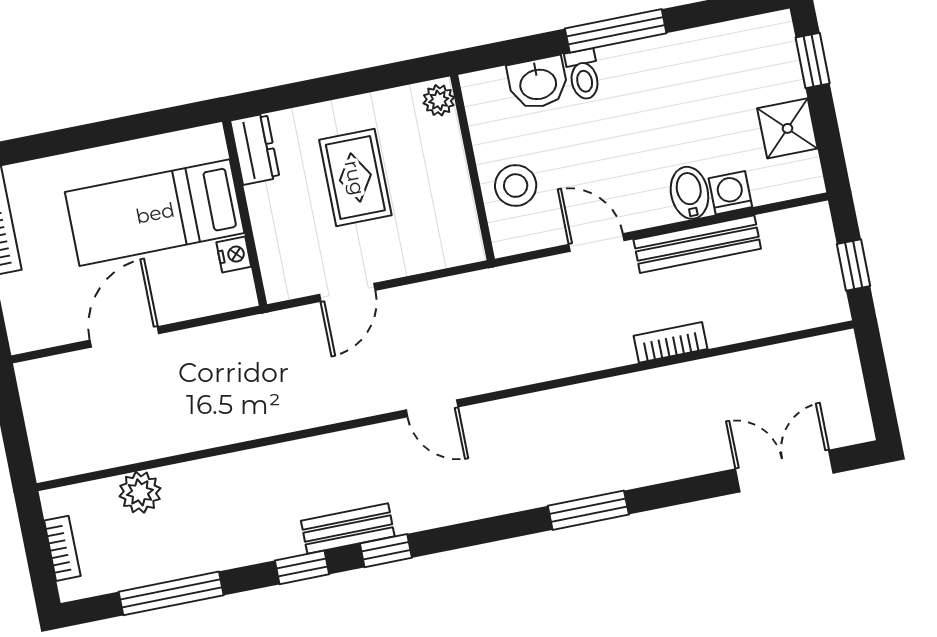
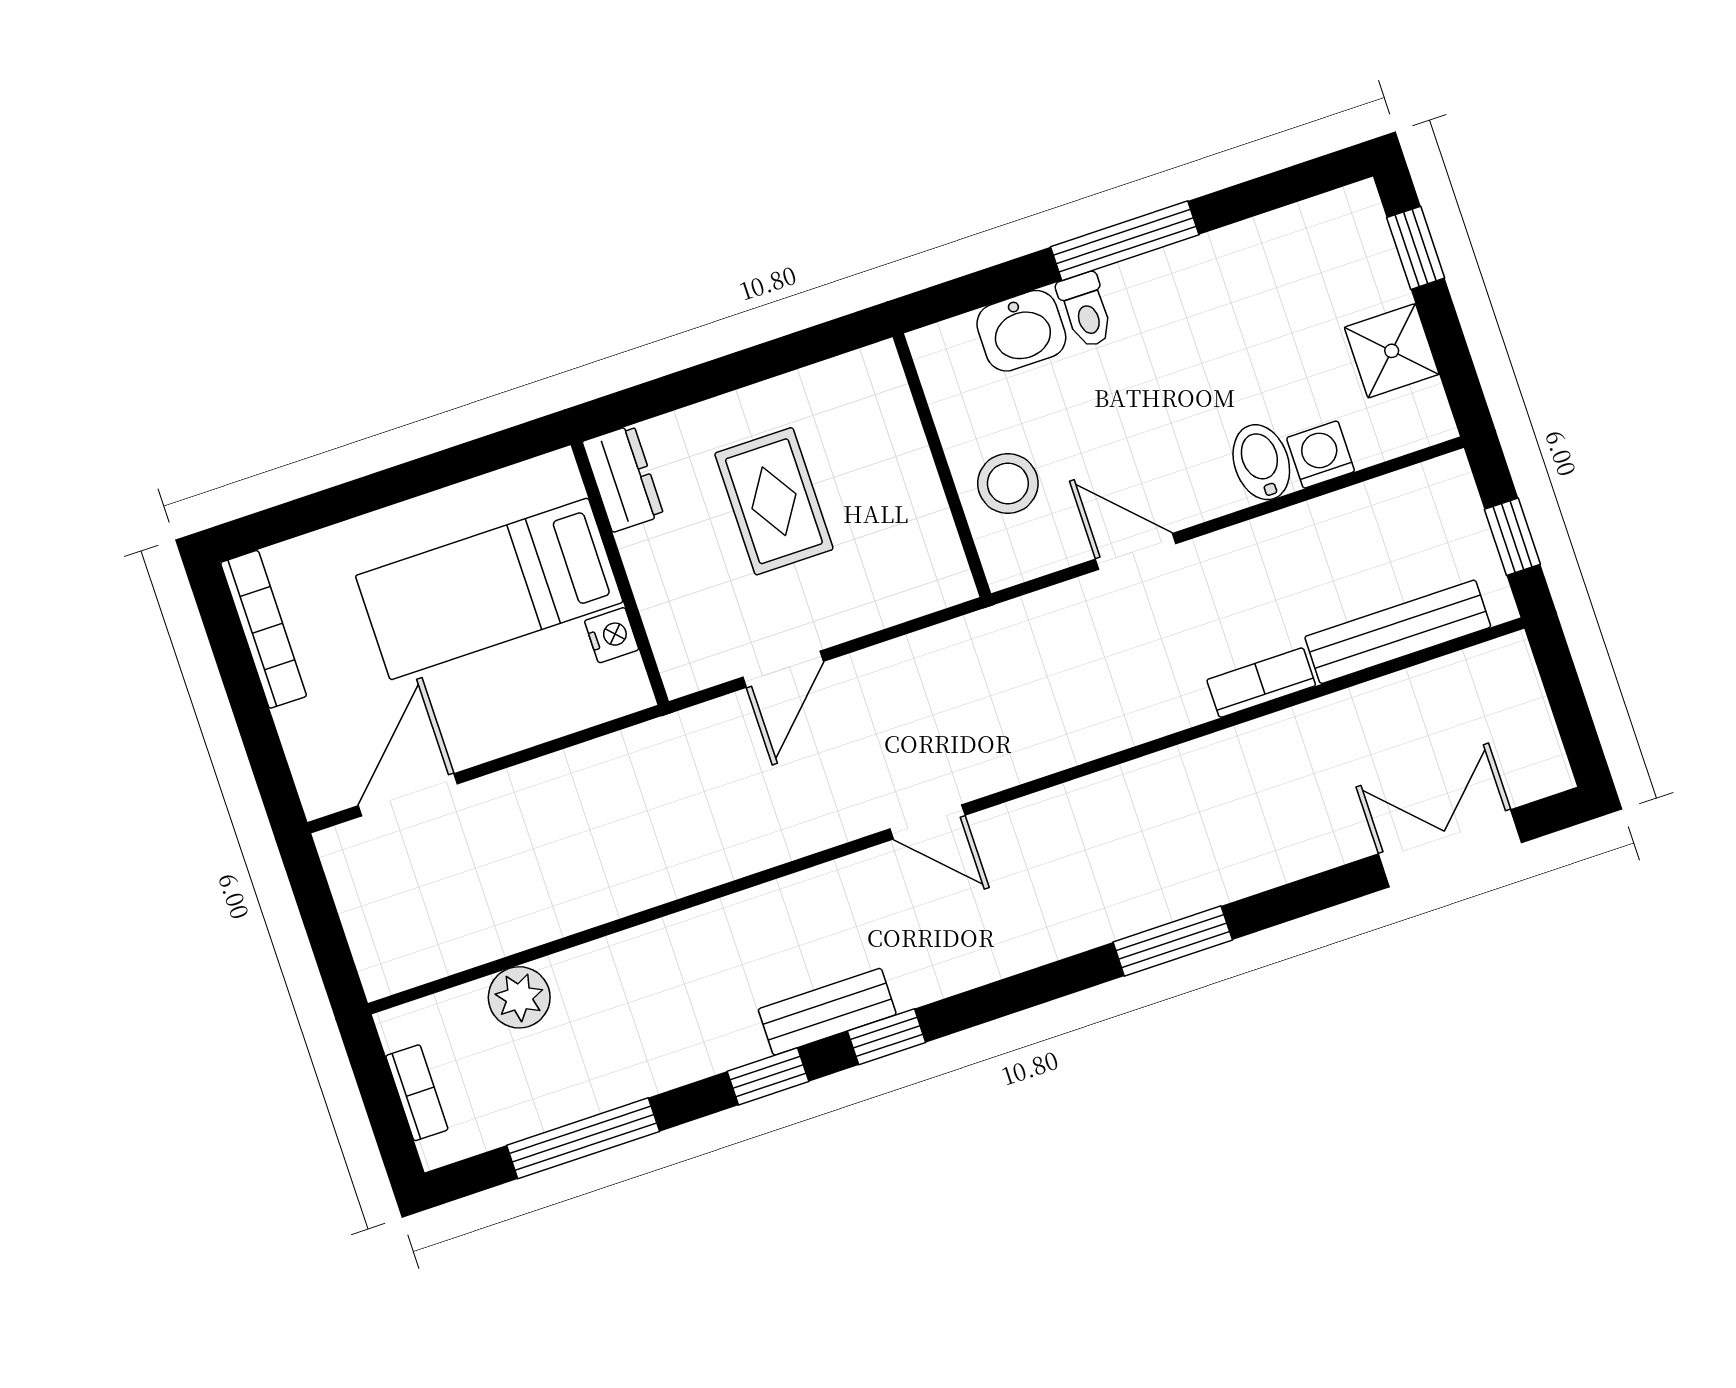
plant: (439, 100) -> (881, 374), removed
bench: (697, 244) -> (1398, 632), moved
door: (124, 337) -> (408, 795), moved

